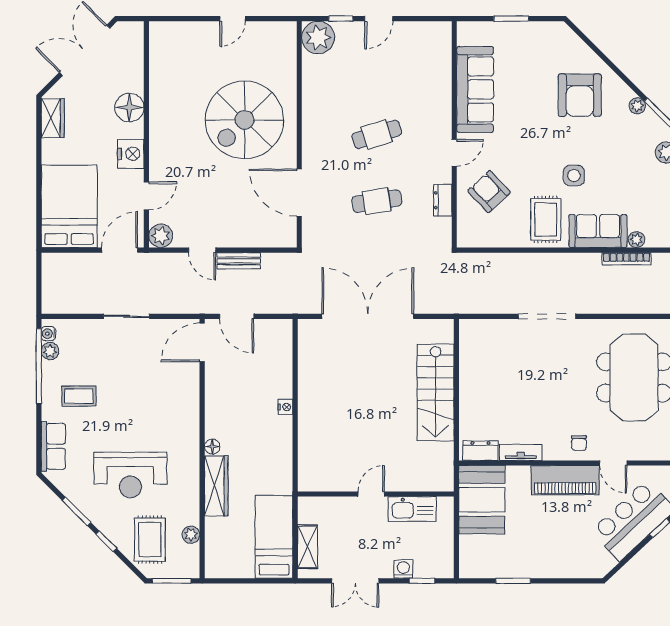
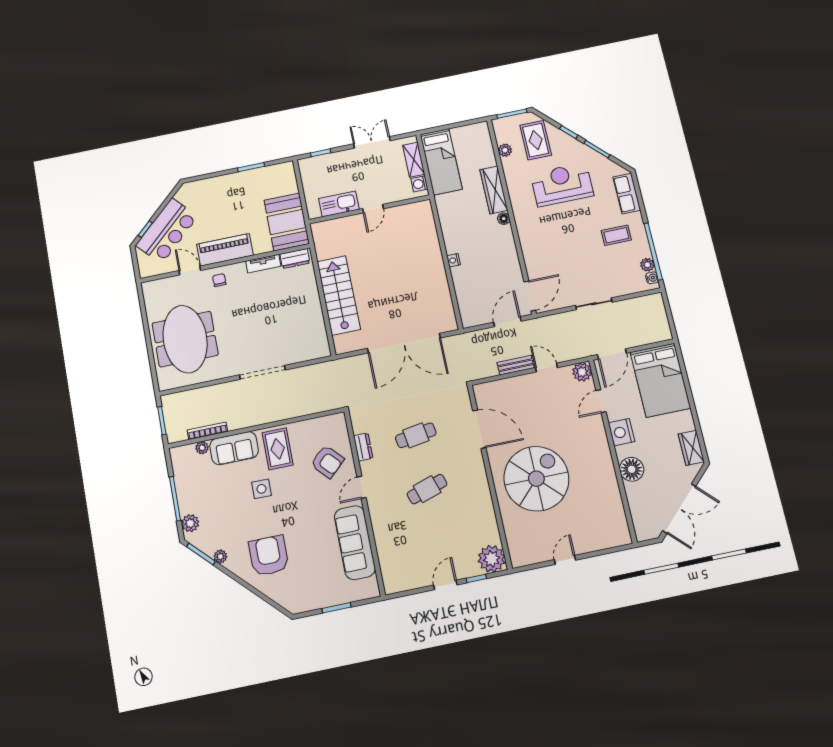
door: (237, 316) -> (507, 322), hinge flipped
washing machine: (403, 569) -> (419, 184), moved, turned 90

